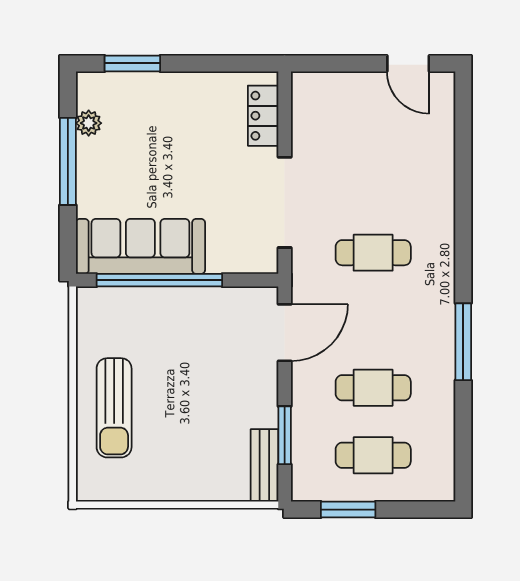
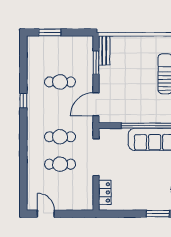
window: (463, 342) -> (23, 101), width x0.46
cafe table: (373, 455) -> (60, 164), moved
window: (348, 510) -> (50, 32), moved

